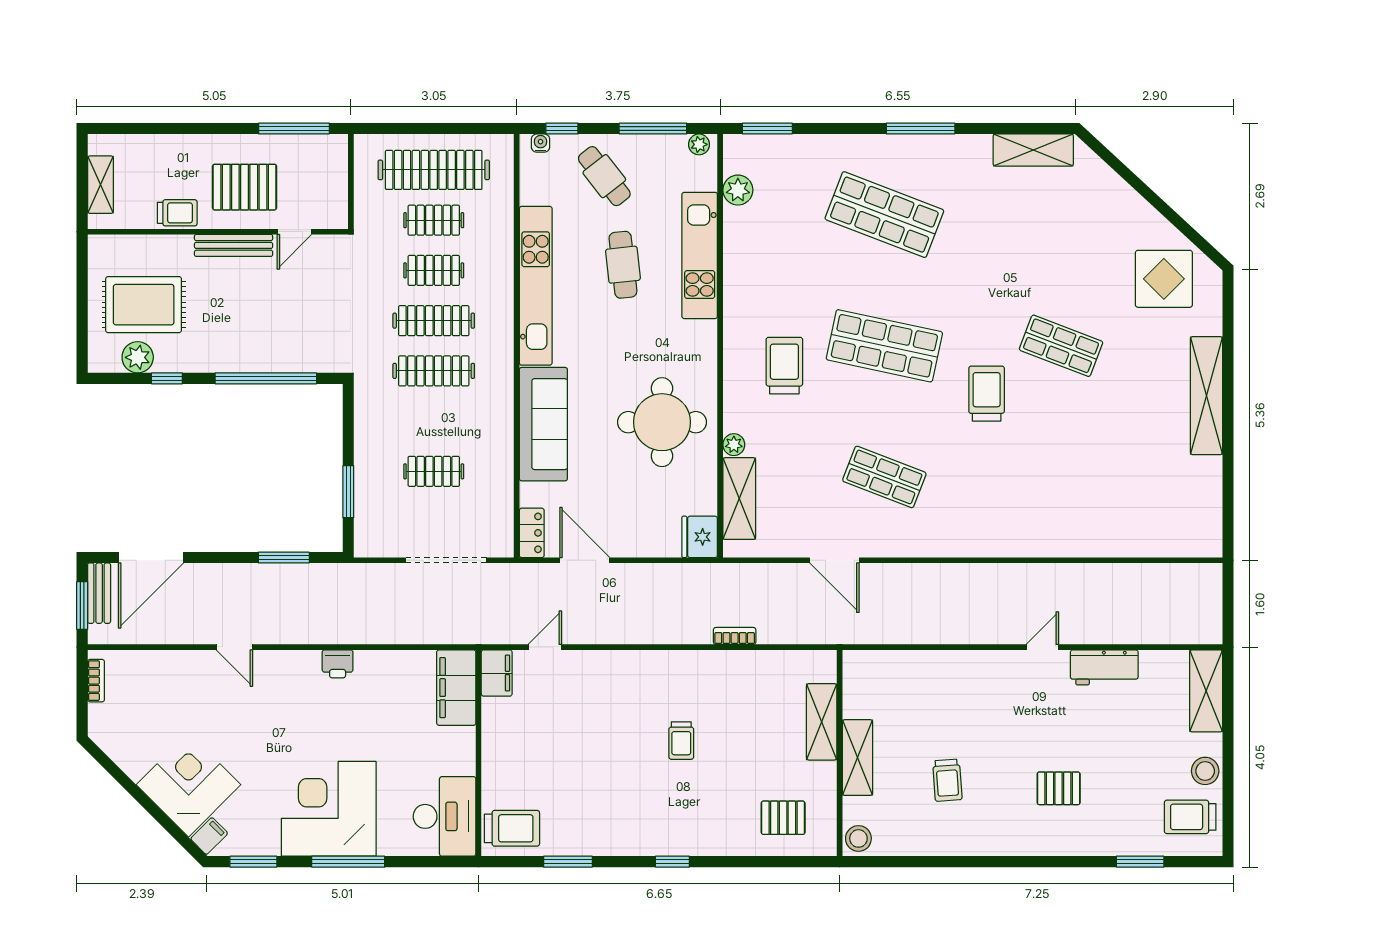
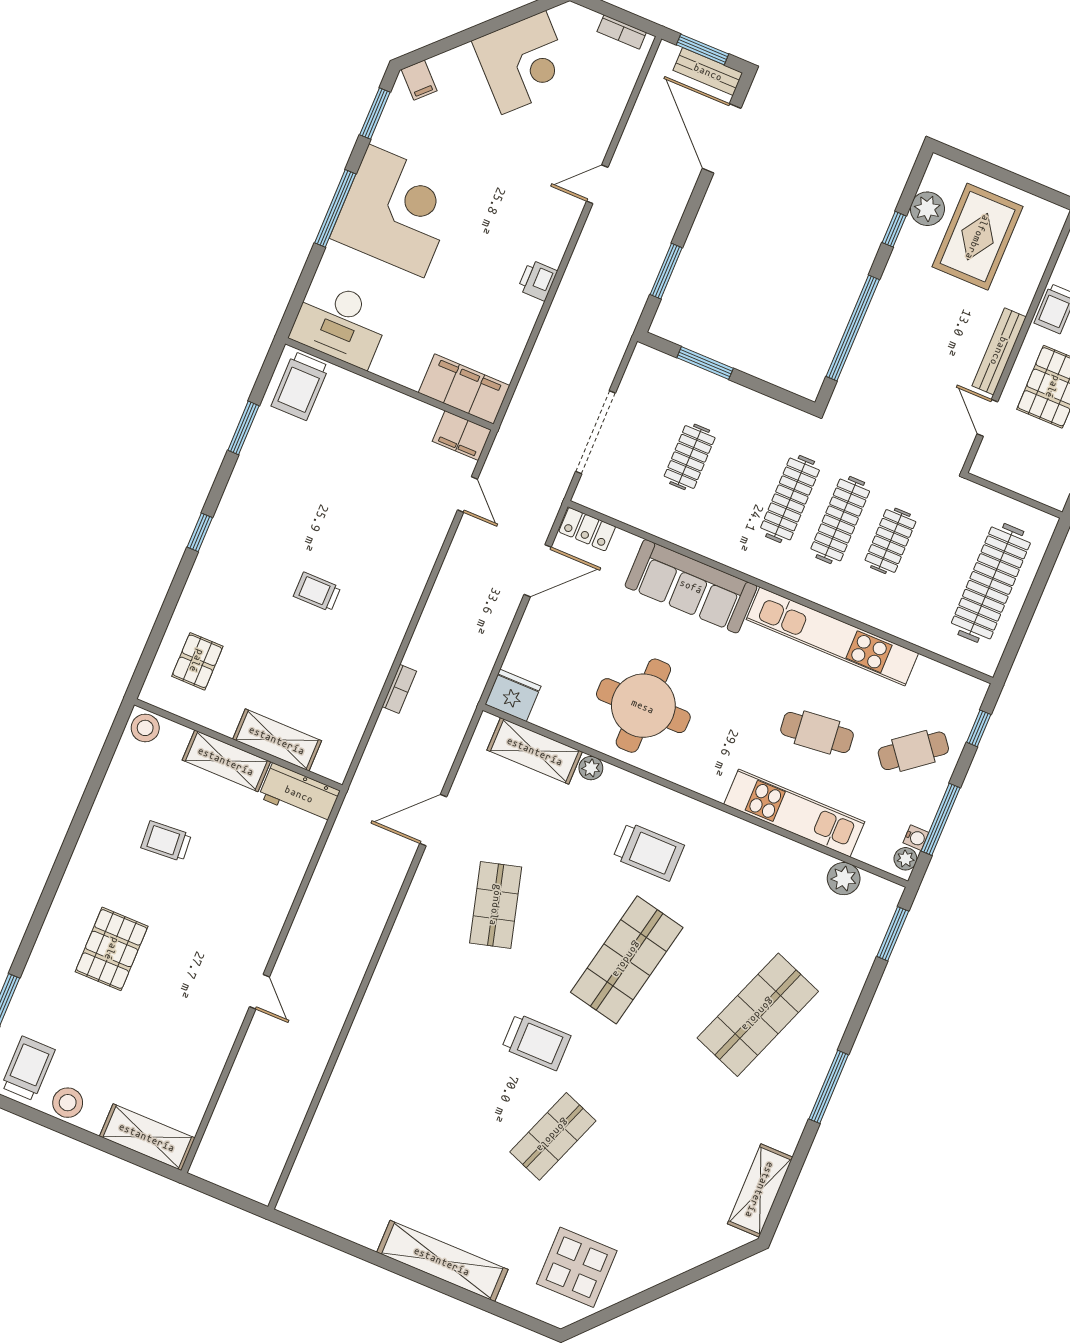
water cooler: (540, 143) -> (916, 838), moved
clothes rail: (434, 220) -> (941, 562), removed
shop shelf: (884, 477) -> (496, 905), turned -36
workbench: (1104, 667) -> (299, 794), moved, turned -90
corner desk: (189, 785) -> (524, 63), moved
pallet: (1059, 788) -> (112, 949), width x1.50, depth x1.42

